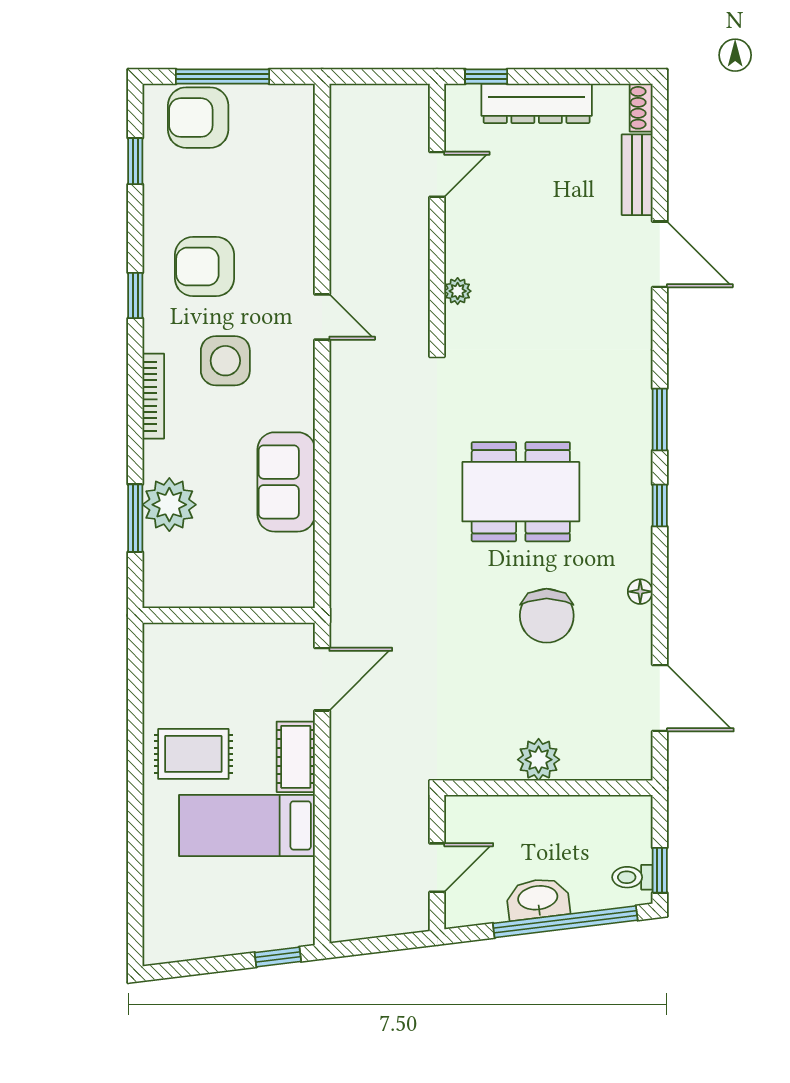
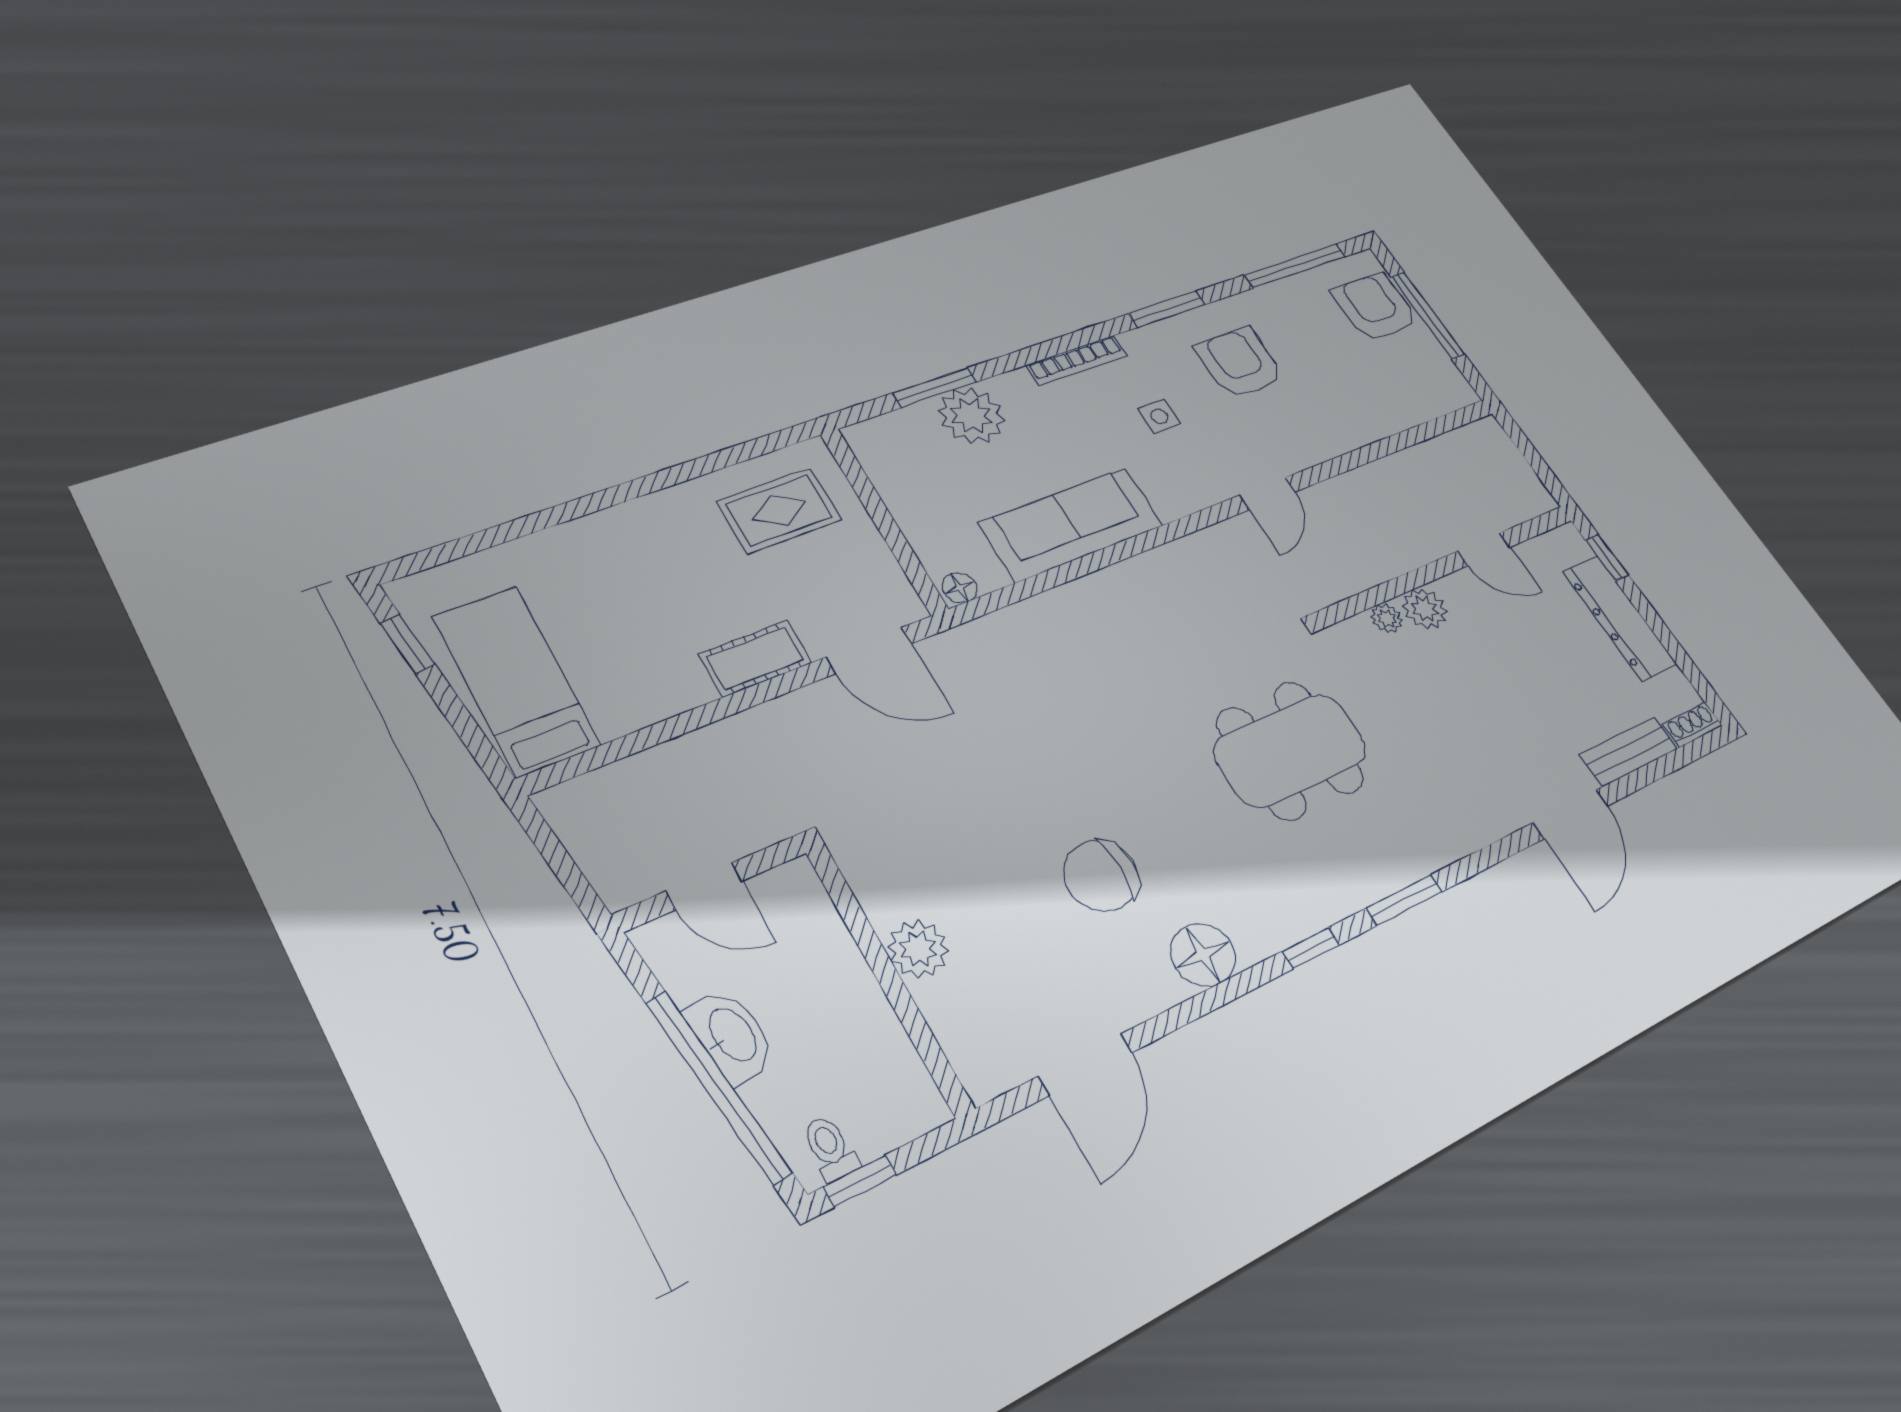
window: (135, 161) -> (1295, 266), width x2.17
plant: (463, 256) -> (1425, 609), added
window: (135, 296) -> (1167, 309), width x1.50
side table: (225, 361) -> (1159, 416), width x0.54, depth x0.54
sofa: (286, 482) -> (1072, 524), width x1.36
dining table: (521, 492) -> (1290, 750), moved, turned 90
floor lamp: (302, 591) -> (960, 588), added
floor lamp: (640, 592) -> (1203, 955), width x1.89, depth x1.89
rug: (193, 754) -> (779, 510), moved, turned 90
bed: (247, 825) -> (516, 681), moved
window: (278, 957) -> (407, 644), moved

